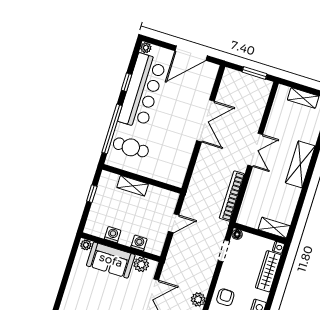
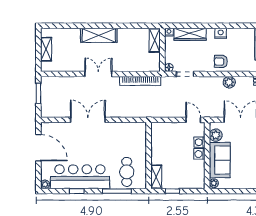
window: (112, 129) -> (117, 191), width x0.68
shelving: (133, 186) -> (156, 177), moved
door: (174, 223) -> (193, 120), moved
washing machine: (113, 235) -> (199, 154), moved

